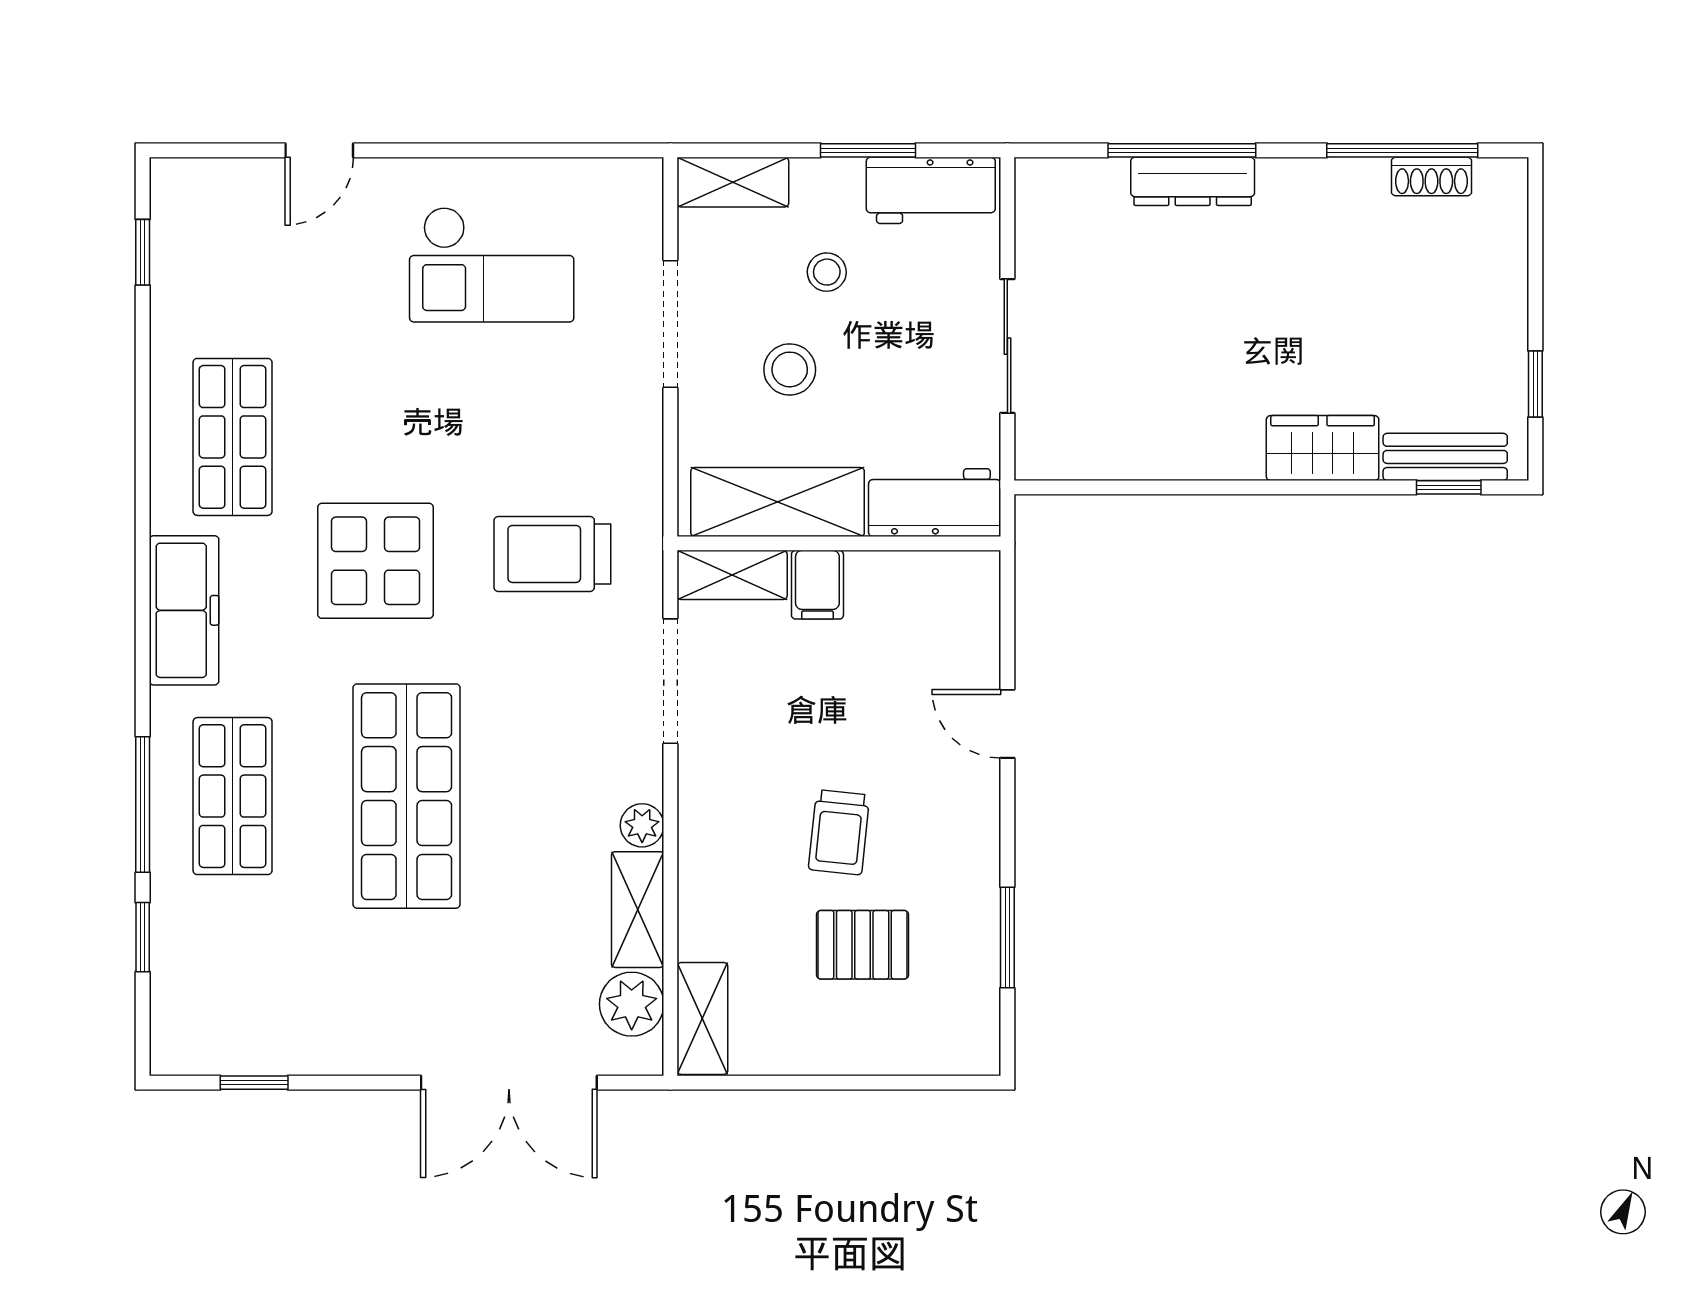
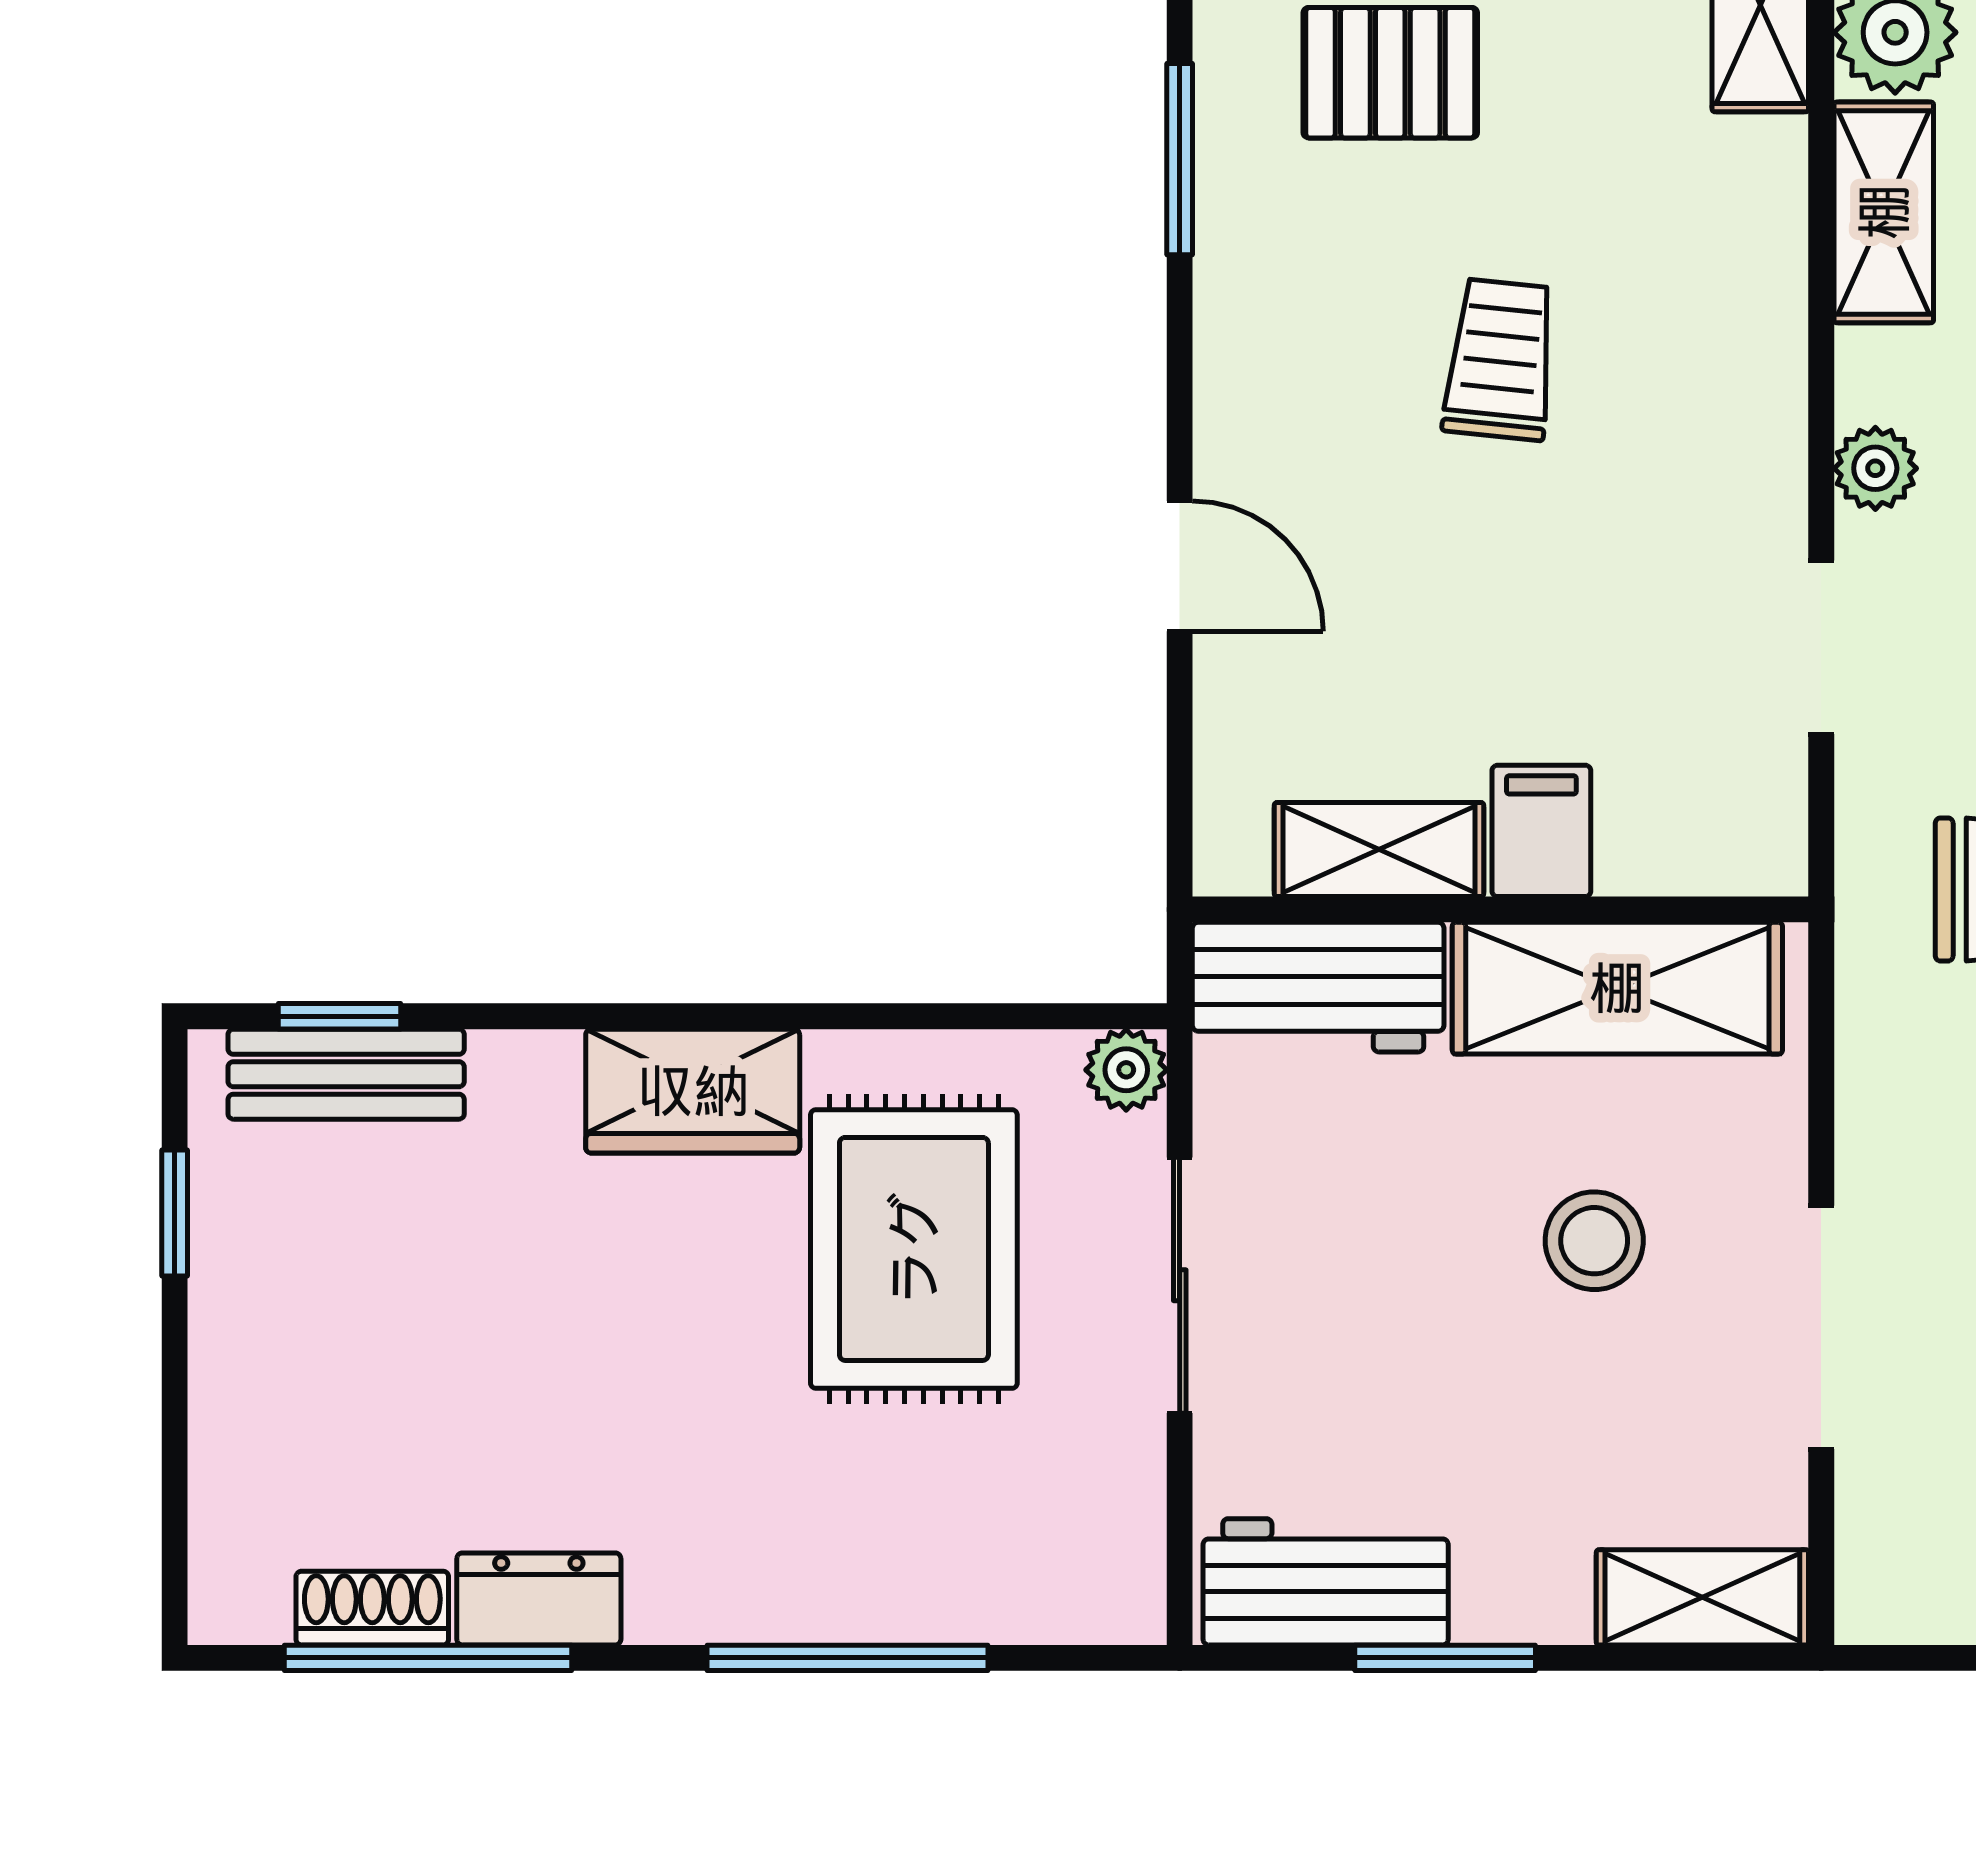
dresser: (1193, 181) -> (539, 1599), moved, width x0.70
stool: (827, 272) -> (1524, 1426), removed
rug: (1147, 365) -> (914, 1249), added
wardrobe: (1323, 448) -> (693, 1091), moved
plant: (1035, 459) -> (1126, 1070), added
shelving: (732, 575) -> (1379, 850), moved
doorway: (670, 681) -> (1821, 647), width x0.73
plant: (642, 825) -> (1875, 468), moved
pallet: (863, 945) -> (1390, 73), moved

